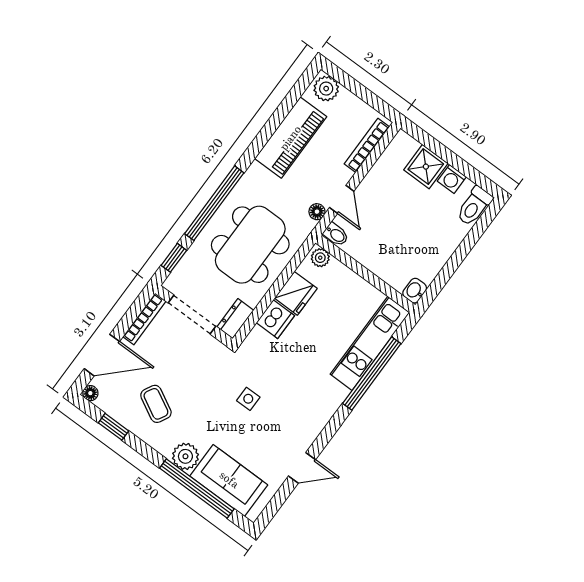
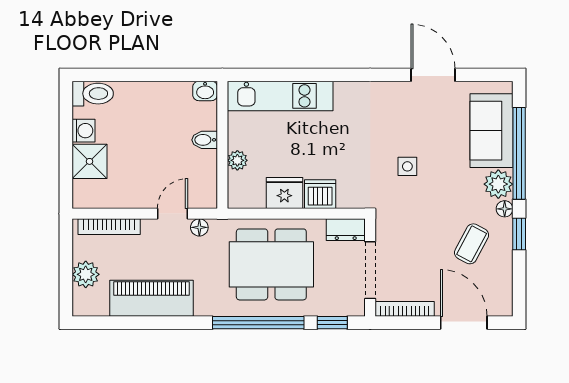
plant: (326, 89) -> (86, 274), moved
bidet: (336, 235) -> (205, 140), moved, turned -90
plant: (320, 258) -> (237, 160), moved
window: (372, 374) -> (305, 75), removed
floor lamp: (90, 393) -> (505, 209), moved
window: (113, 427) -> (519, 234), moved
door: (302, 468) -> (433, 75), width x1.38

